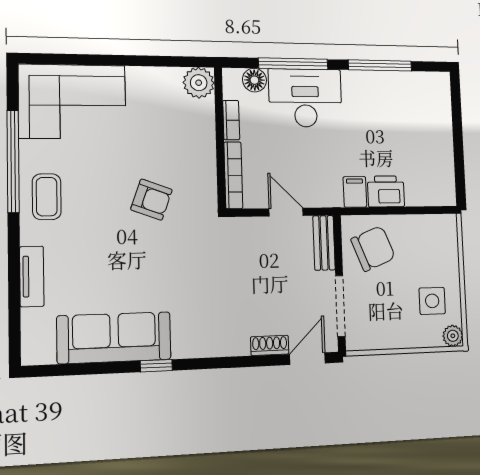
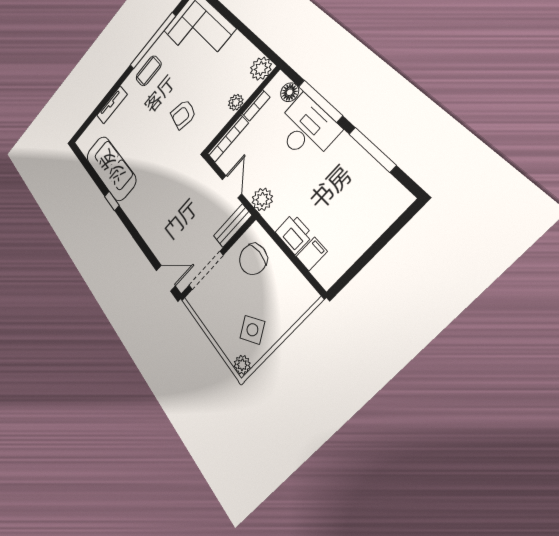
plant: (205, 136) -> (236, 102), added
filing cabinet: (355, 192) -> (312, 254), moved
plant: (328, 193) -> (262, 199), added
armchair: (151, 200) -> (183, 114), turned 82
chair: (373, 249) -> (253, 259), turned 112
side table: (432, 301) -> (252, 330), turned -33
shoe rack: (270, 345) -> (158, 249), removed

